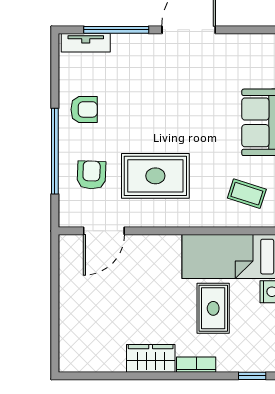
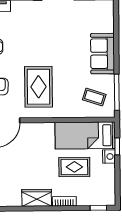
rug: (155, 176) -> (39, 87), turned 90
rug: (213, 308) -> (74, 167), turned 90

